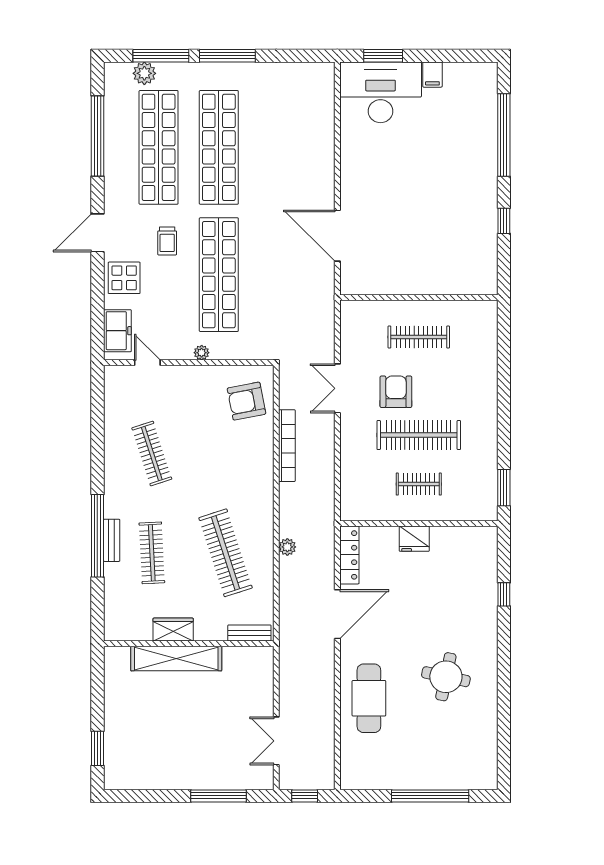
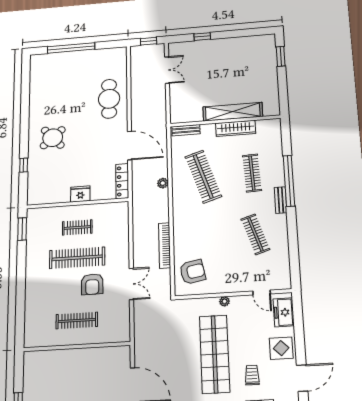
bench: (112, 540) -> (281, 200), moved
door: (337, 614) -> (130, 146), swing flipped
wardrobe: (173, 630) -> (236, 128), width x1.50
round table: (446, 677) -> (53, 138), moved, turned 36
window: (218, 796) -> (202, 37), width x0.46

